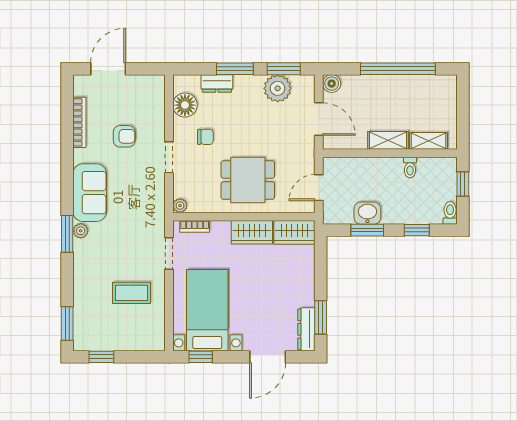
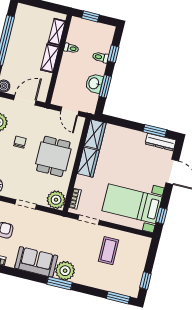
chair: (205, 137) -> (20, 142), moved
plant: (180, 206) -> (56, 200), width x1.88, depth x1.88
toilet: (450, 213) -> (101, 57), moved
plant: (81, 231) -> (65, 271), width x1.88, depth x1.88

